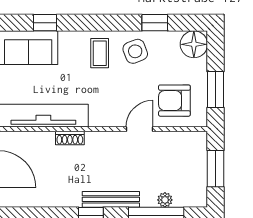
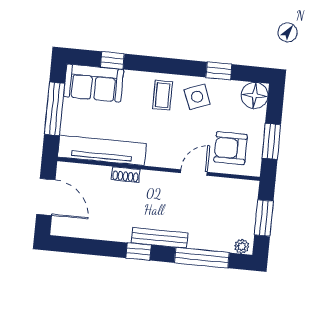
plant: (165, 200) -> (242, 246), moved

